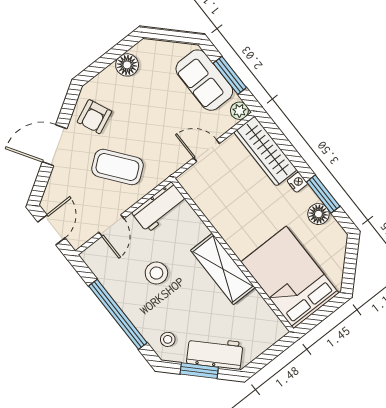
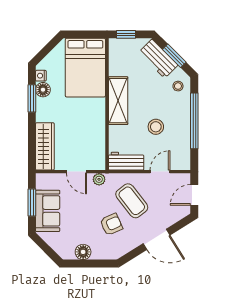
plant: (239, 111) -> (99, 179), moved
armchair: (94, 117) -> (111, 224), moved
nightstand: (297, 182) -> (41, 76), moved
window: (273, 352) -> (126, 34), added

